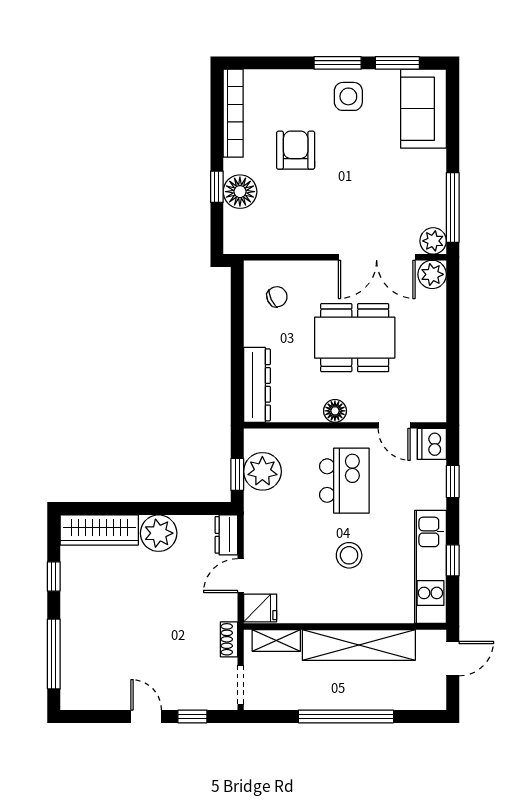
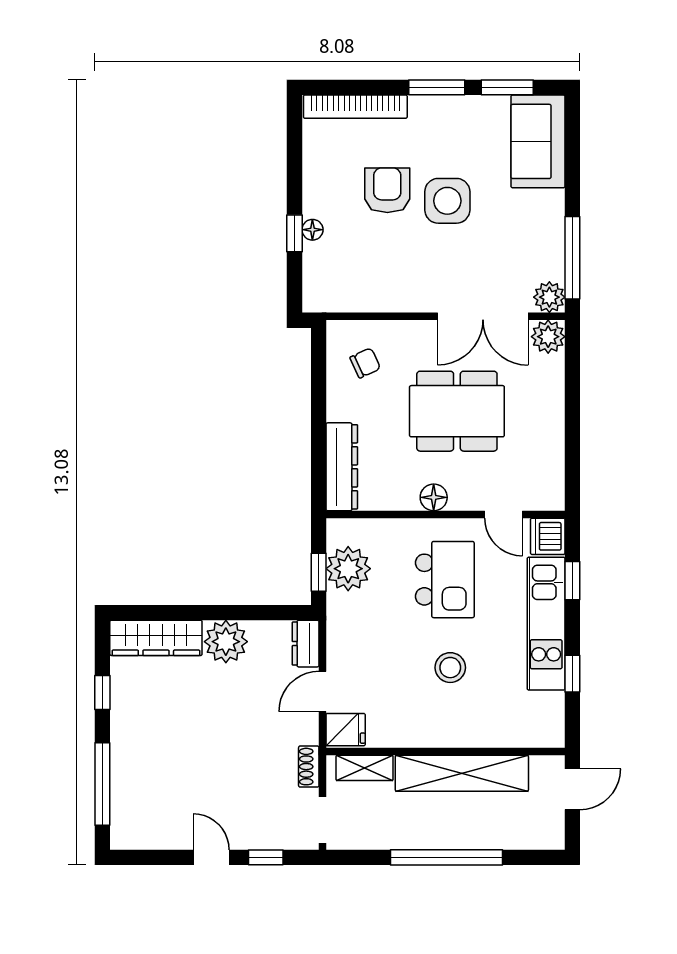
side table: (348, 96) -> (447, 201), moved, width x1.37, depth x1.37
bookcase: (233, 113) -> (355, 107), moved, turned 90
floor lamp: (240, 192) -> (312, 230), width x0.53, depth x0.53
kitchen unit: (430, 567) -> (546, 624), moved

